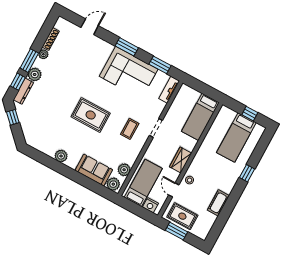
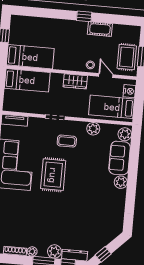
rug: (91, 115) -> (53, 175), moved
bed: (236, 138) -> (30, 57), moved
plant: (61, 156) -> (121, 182), moved
plant: (124, 170) -> (93, 129), moved
window: (247, 173) -> (84, 16), moved
door: (174, 190) -> (106, 76), swing flipped

